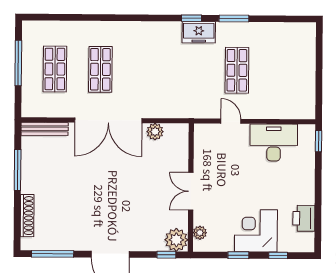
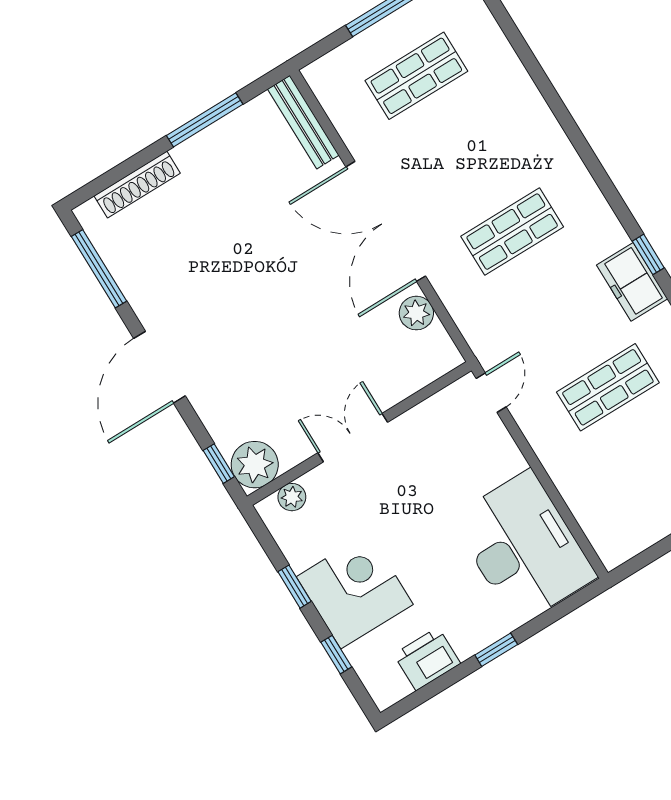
shop shelf: (100, 69) -> (512, 232), moved
door: (231, 121) -> (491, 393), moved
window: (319, 141) -> (496, 650), moved
desk: (274, 143) -> (524, 547), width x1.36, depth x1.30

